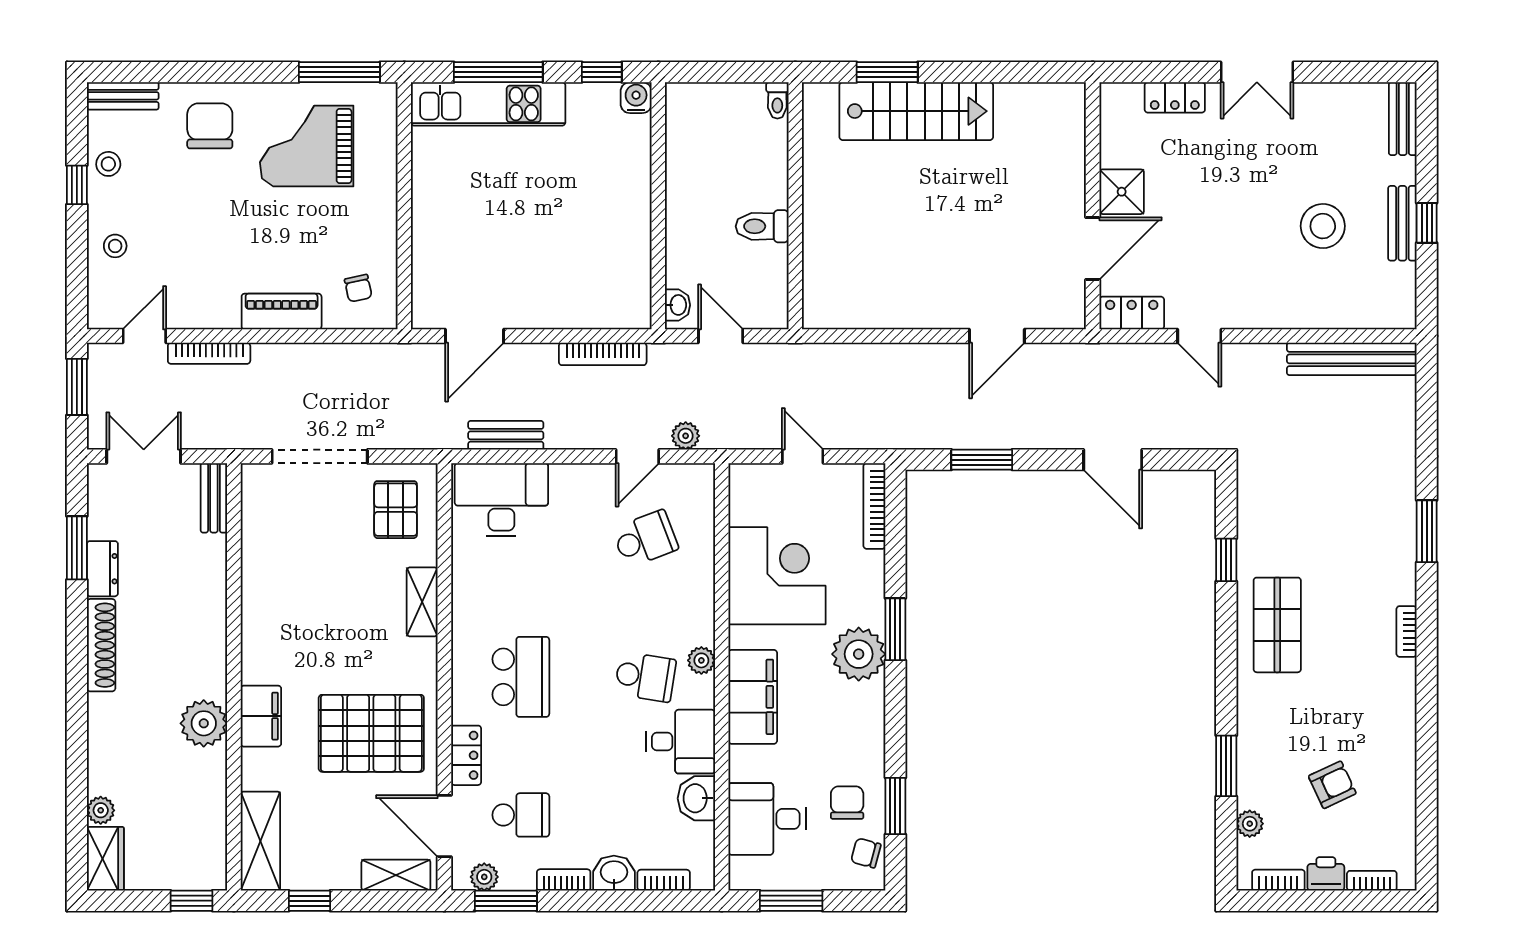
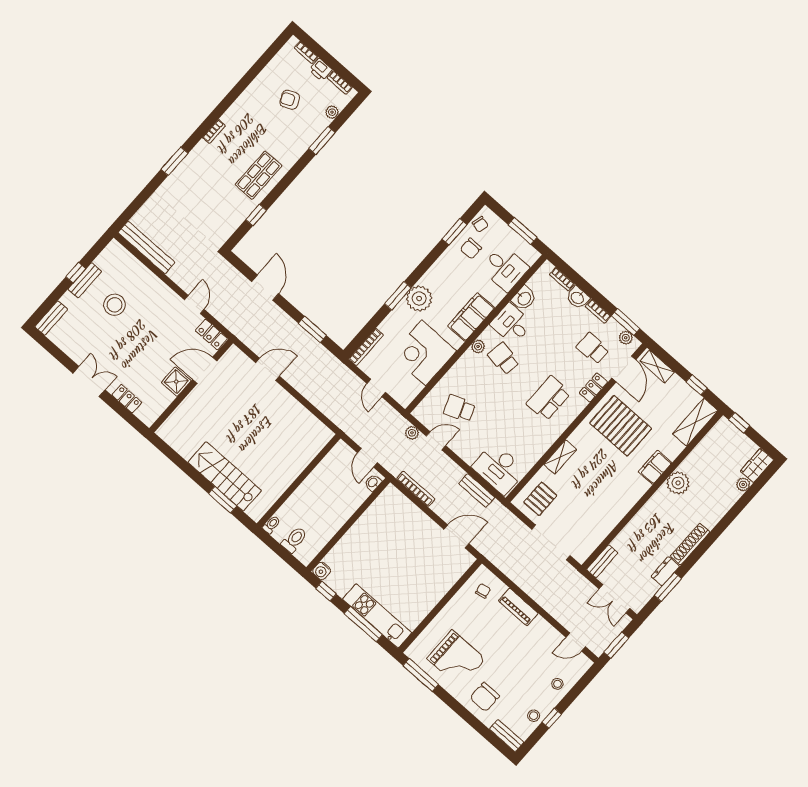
toilet: (762, 226) -> (294, 540), moved, turned -90
bookcase: (209, 353) -> (558, 615), removed

